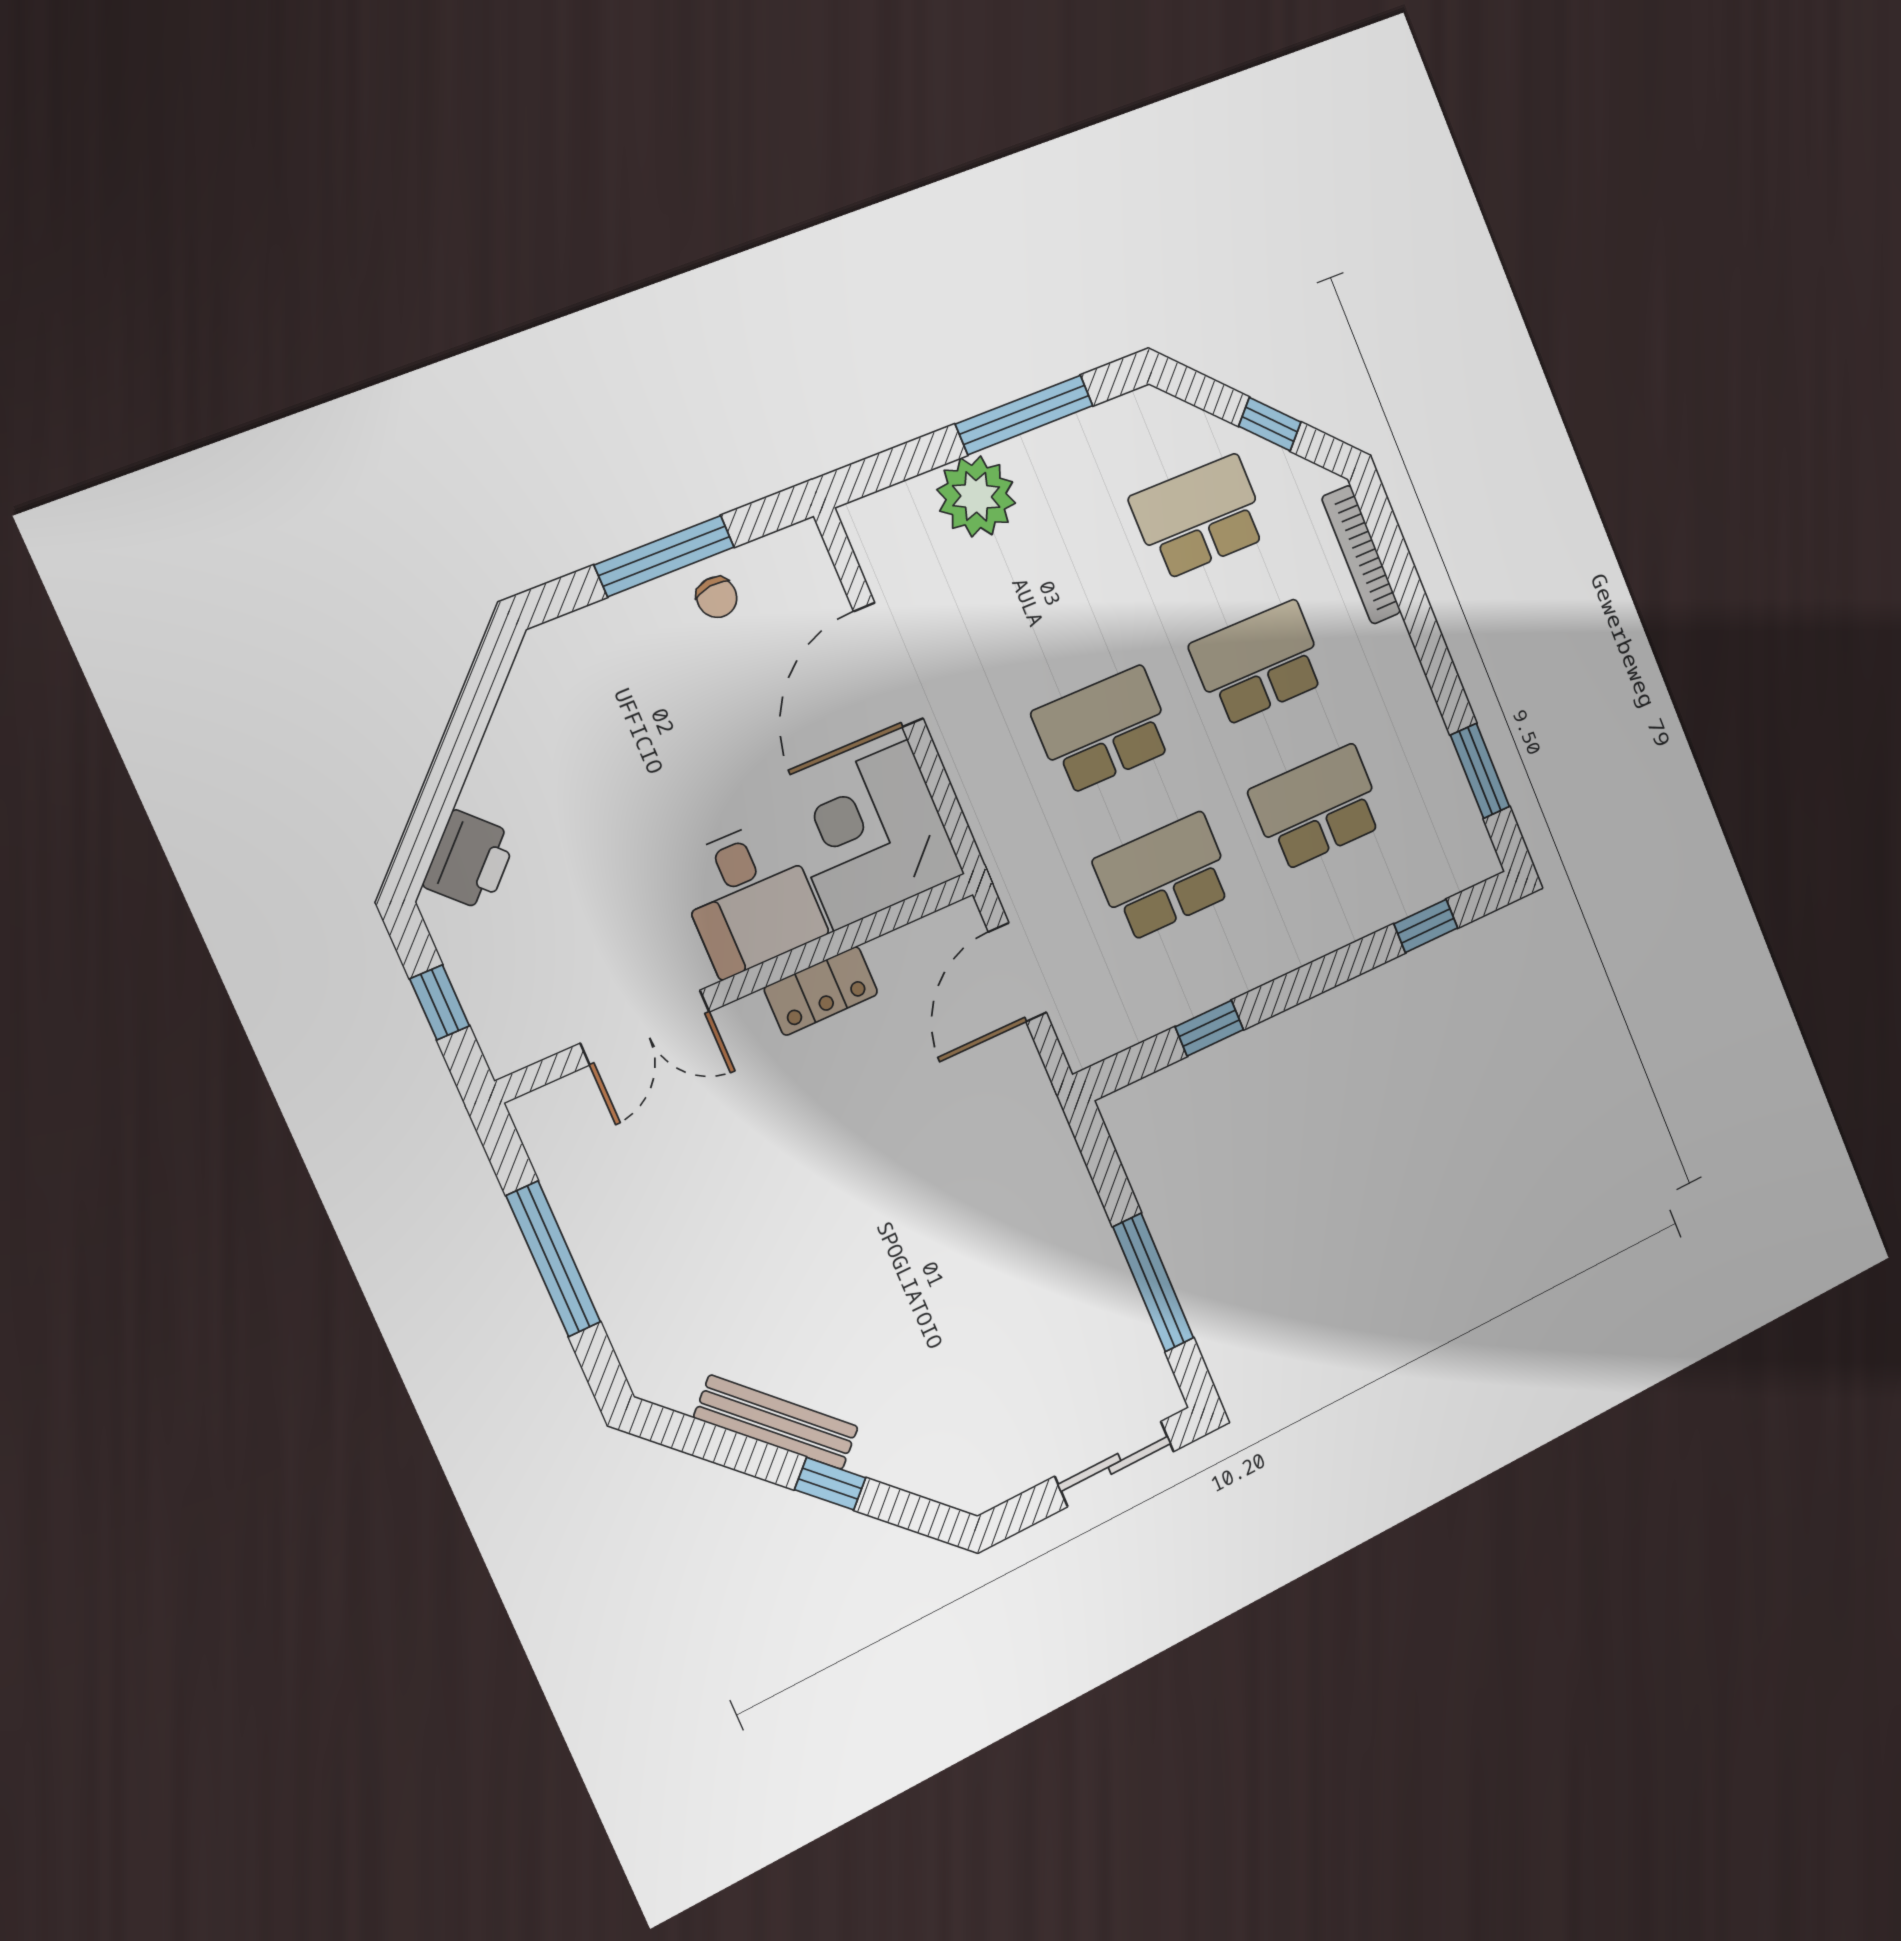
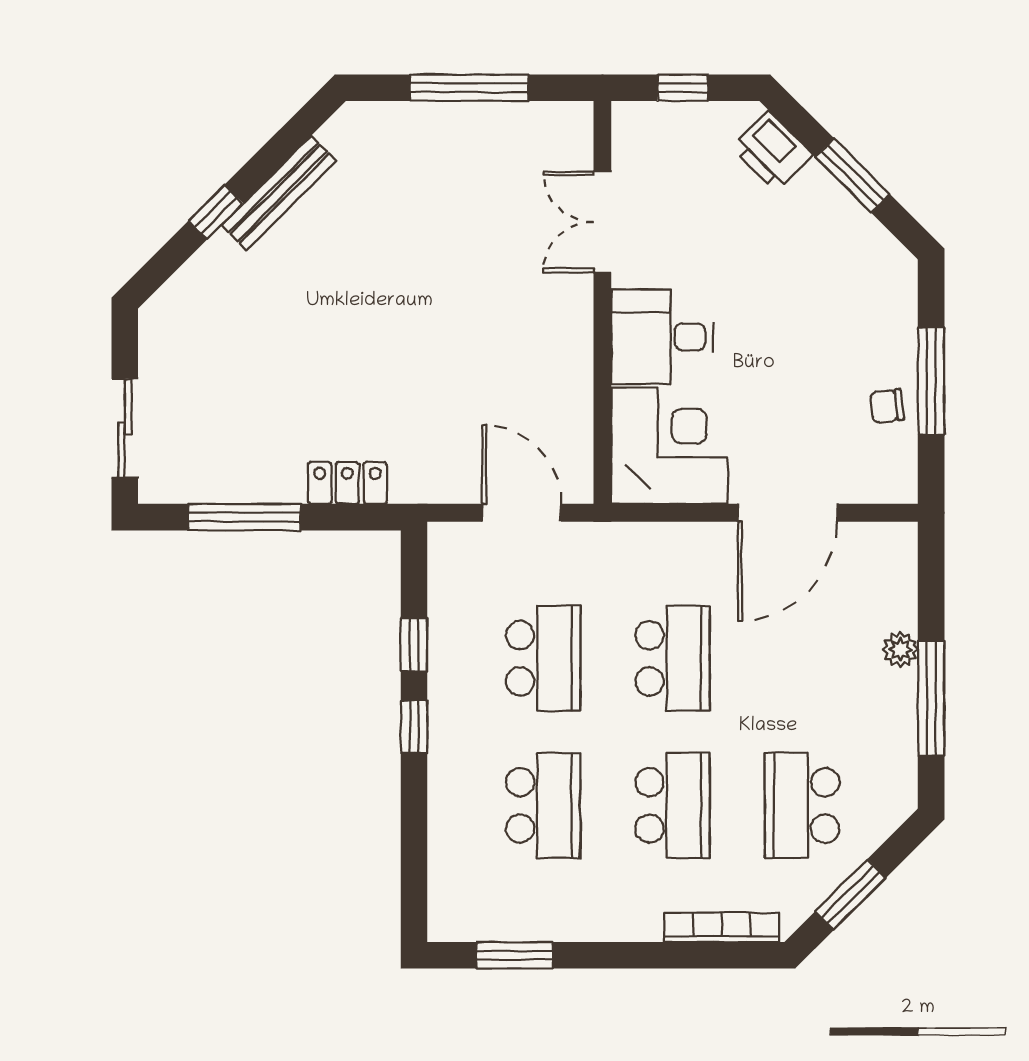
window: (1270, 424) -> (851, 895), width x1.50
plant: (976, 496) -> (900, 649), width x0.53, depth x0.53
school desk: (1199, 517) -> (802, 805), turned 180
door: (888, 665) -> (788, 513), swing flipped
window: (457, 750) -> (853, 176), added
window: (1426, 926) -> (414, 727), moved
locker: (821, 991) -> (347, 483), moved, turned 90

